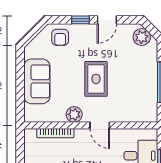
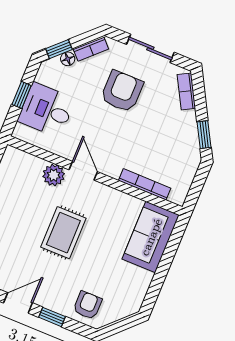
sofa: (37, 81) -> (151, 237), moved
plant: (74, 114) -> (54, 175), moved

